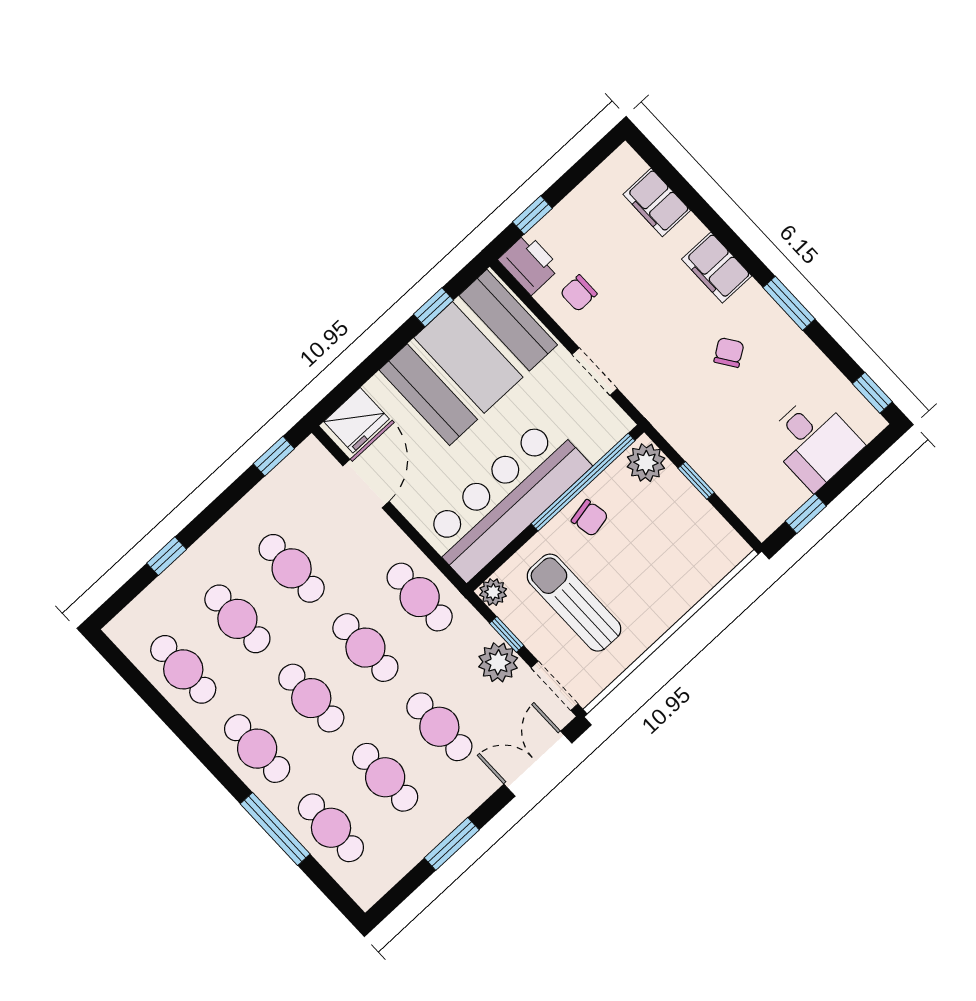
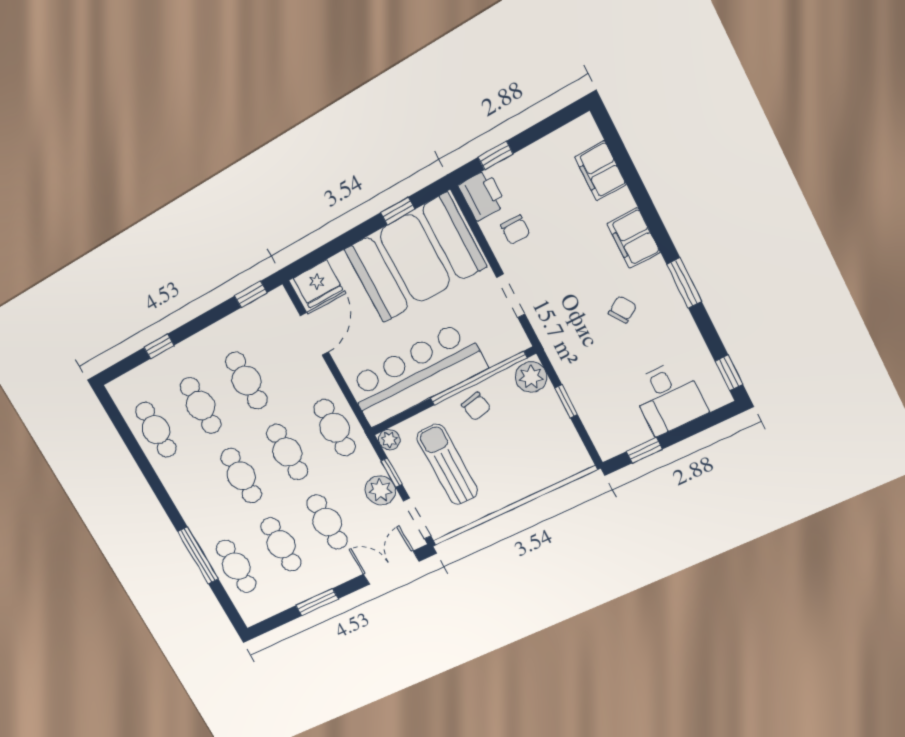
chair: (579, 293) -> (515, 230), turned -90
cafe table: (257, 749) -> (196, 499), removed

